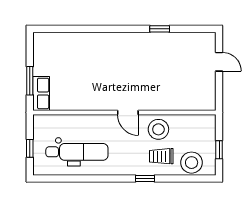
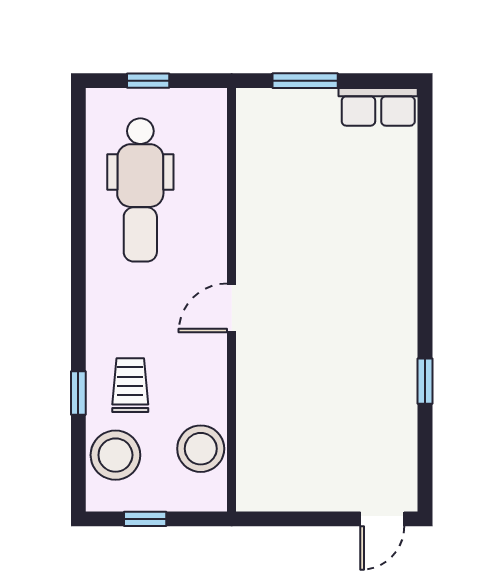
door: (219, 62) -> (382, 519), moved
row of seats: (41, 93) -> (378, 107), moved
stool: (158, 129) -> (201, 449), moved
window: (145, 179) -> (78, 393), moved

